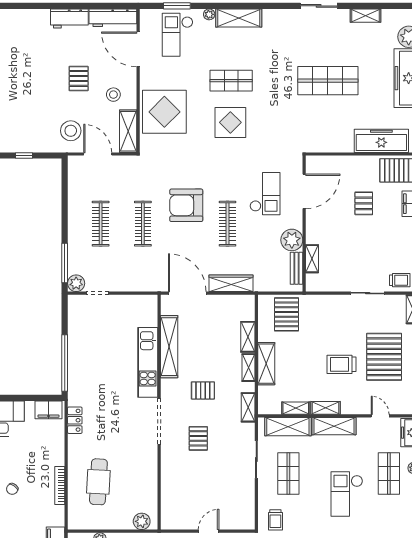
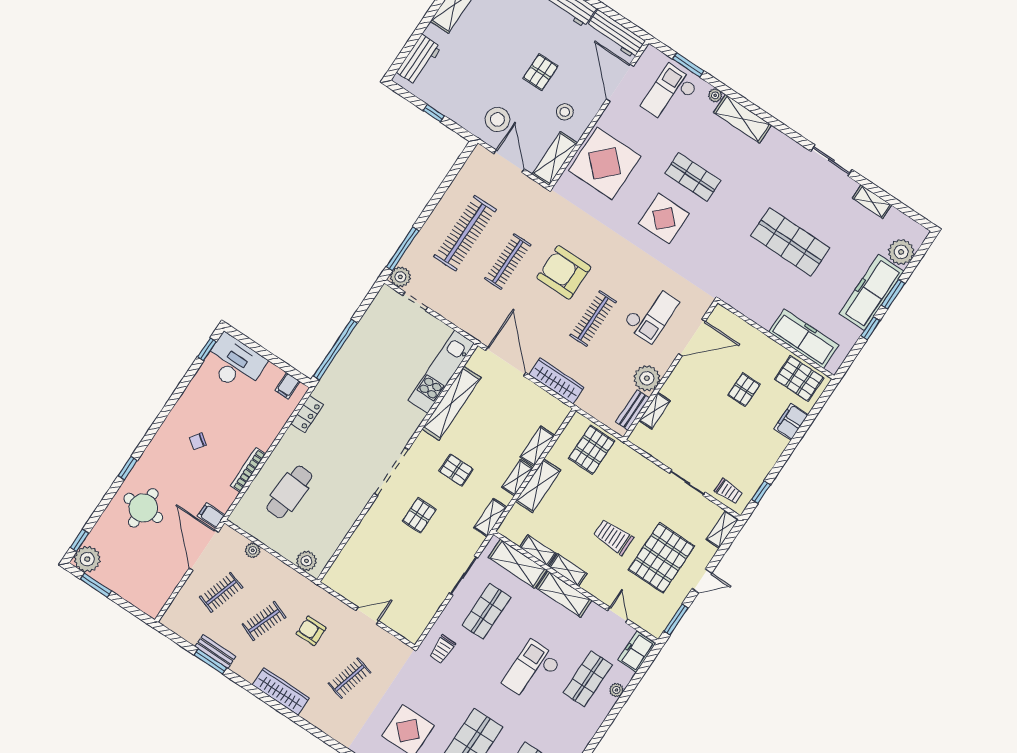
clothes rail: (101, 224) -> (465, 233), width x1.37, depth x1.31
kitchen unit: (148, 362) -> (441, 372), moved
filing cabinet: (48, 410) -> (287, 386), width x0.50

